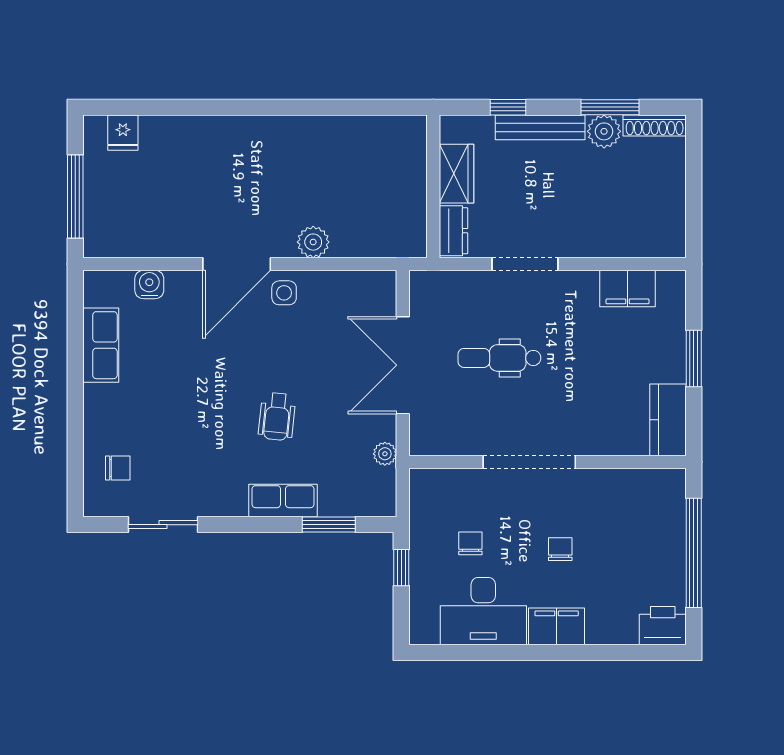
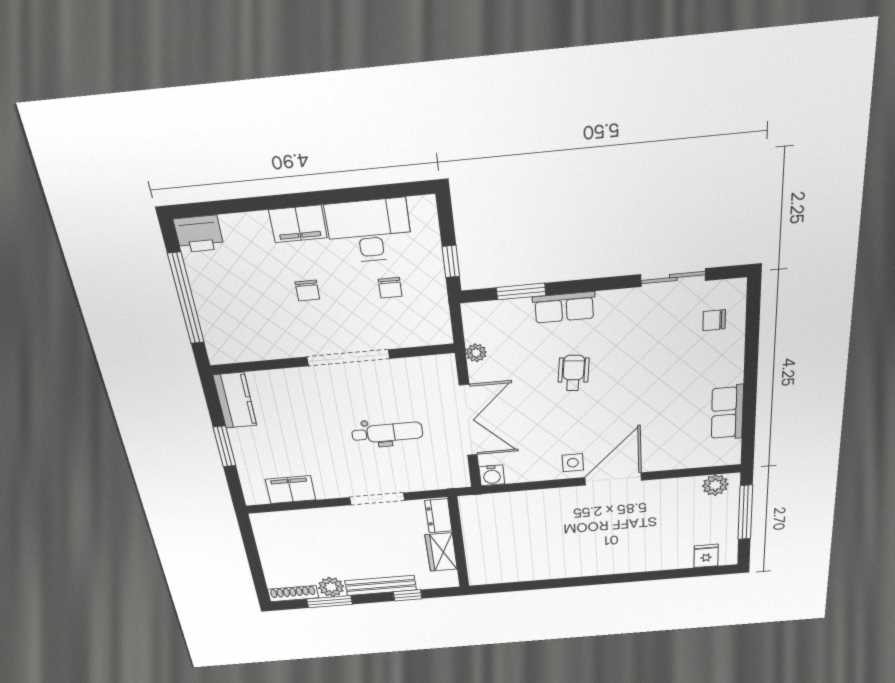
plant: (313, 242) -> (715, 485), moved
water cooler: (149, 284) -> (492, 475), moved

